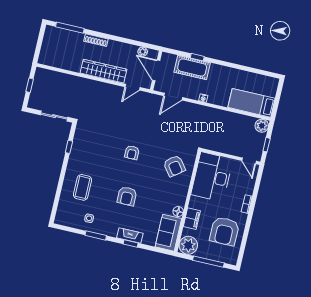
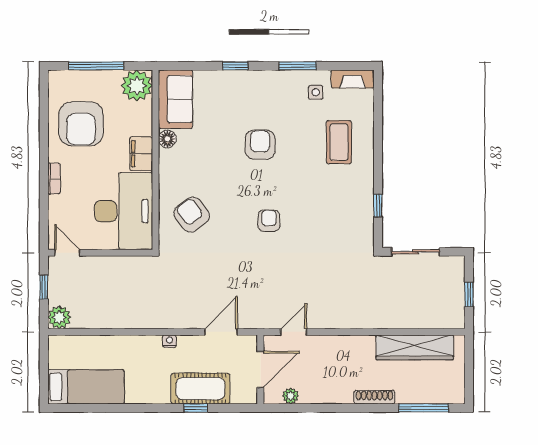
door: (156, 70) -> (260, 369), hinge flipped
wardrobe: (103, 71) -> (415, 347), moved
bed: (251, 103) -> (86, 387), moved
filing cabinet: (192, 219) -> (141, 154), moved
armchair: (224, 231) -> (81, 124), turned 180
fireplace: (130, 236) -> (353, 79), moved

